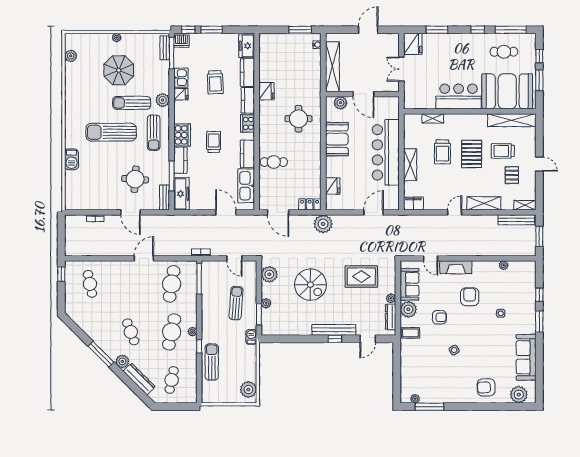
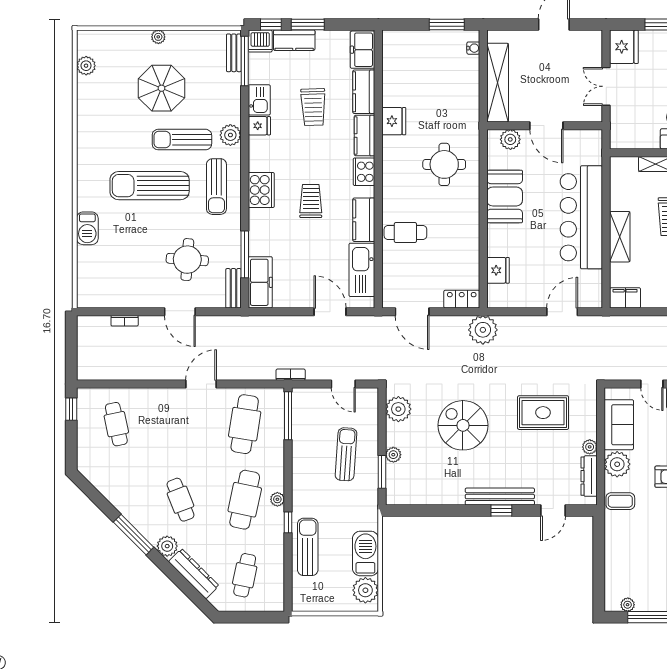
kitchen counter: (180, 160) -> (294, 40), moved, turned 90
spiral stairs: (310, 285) -> (463, 425), turned 180
barbecue: (251, 337) -> (365, 553), moved, width x1.88, depth x1.53

